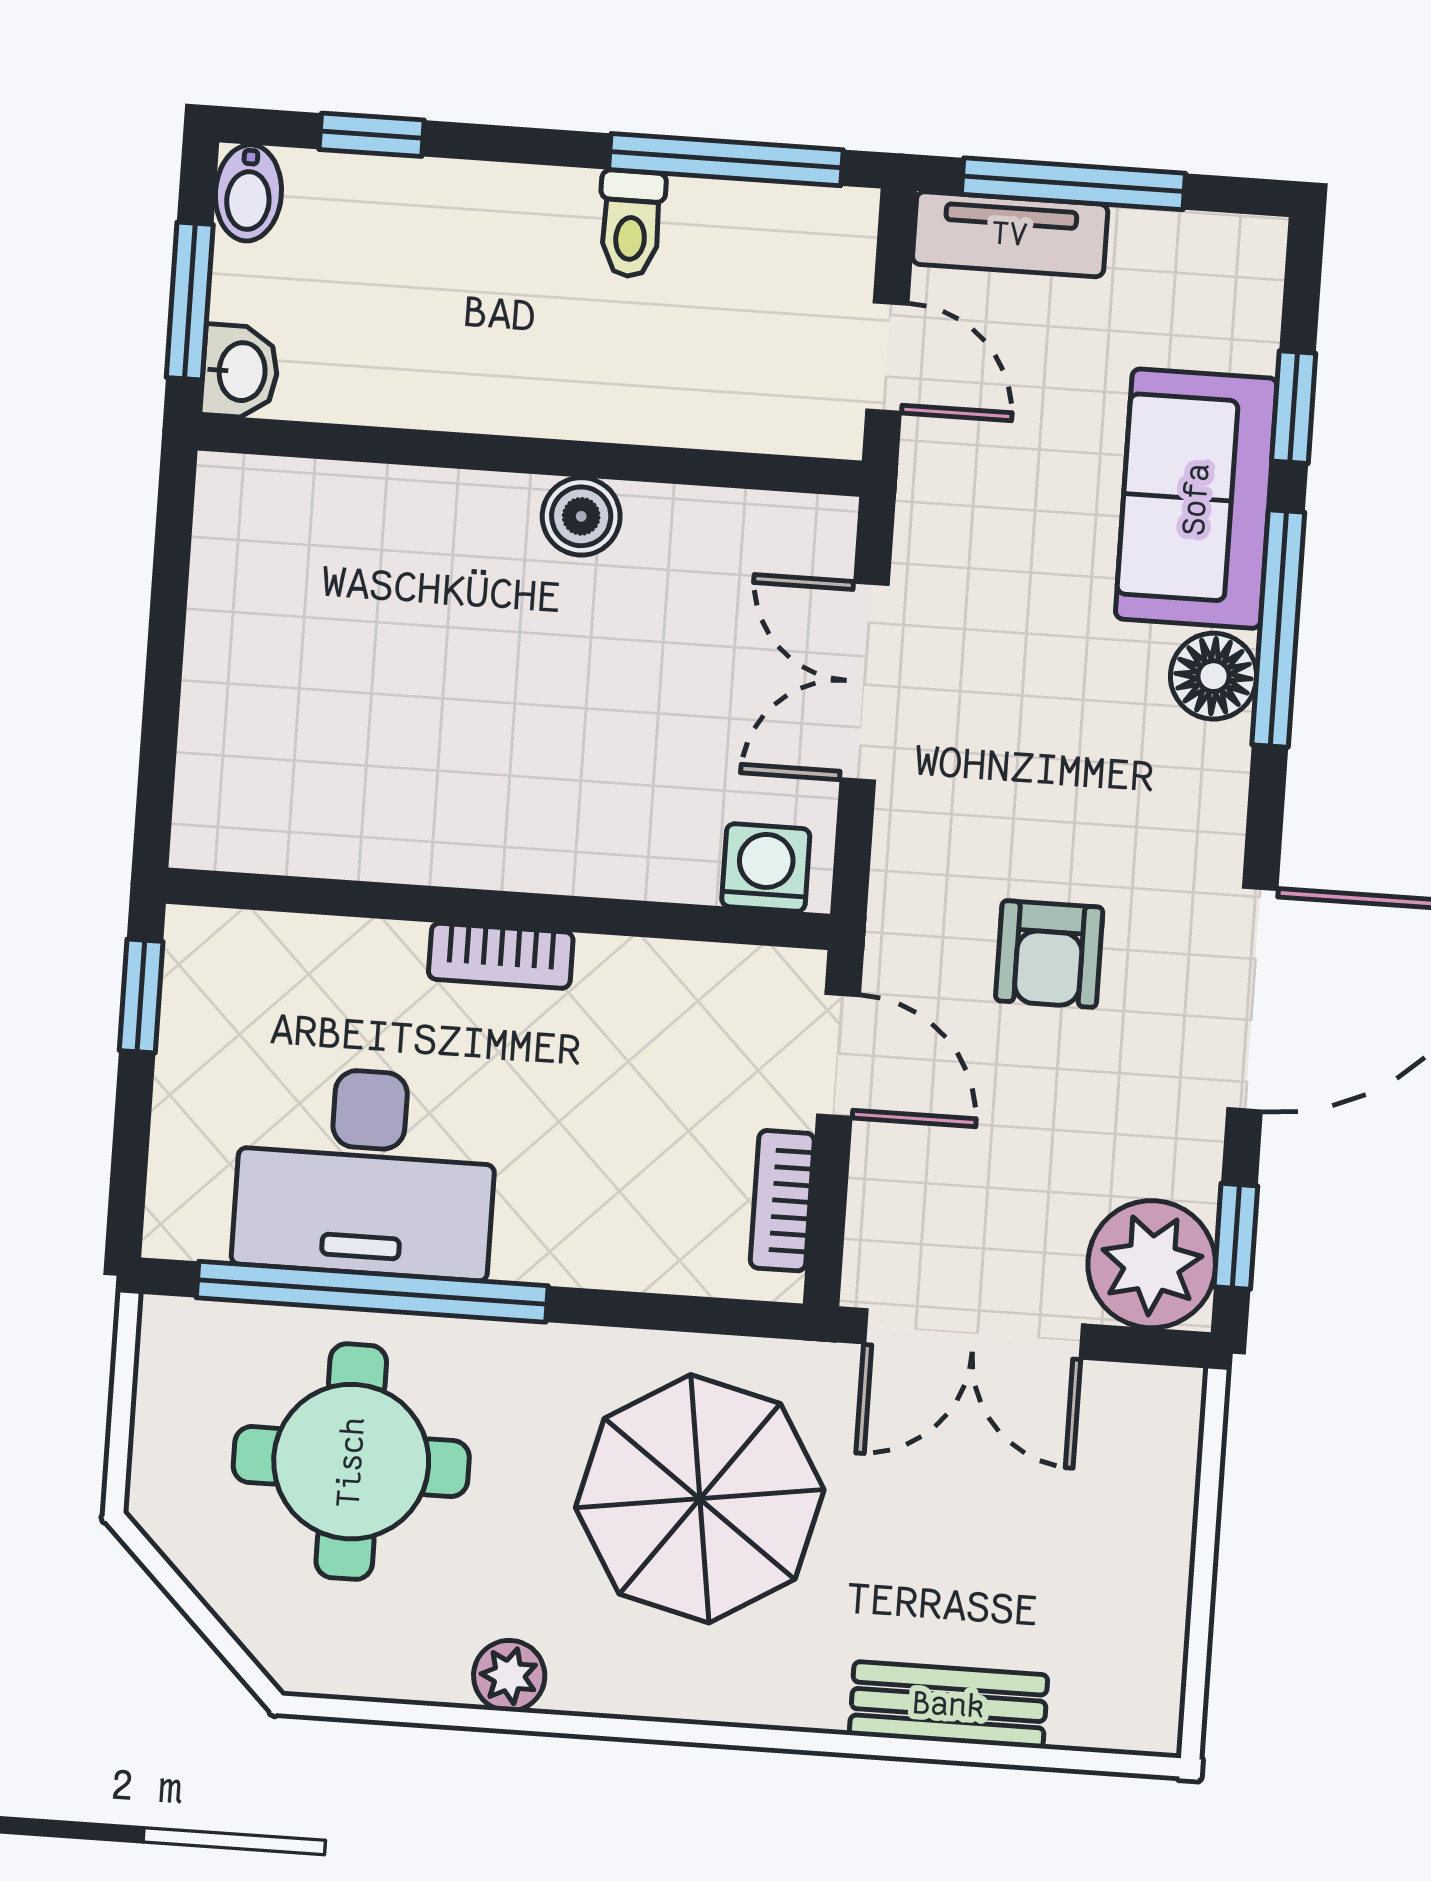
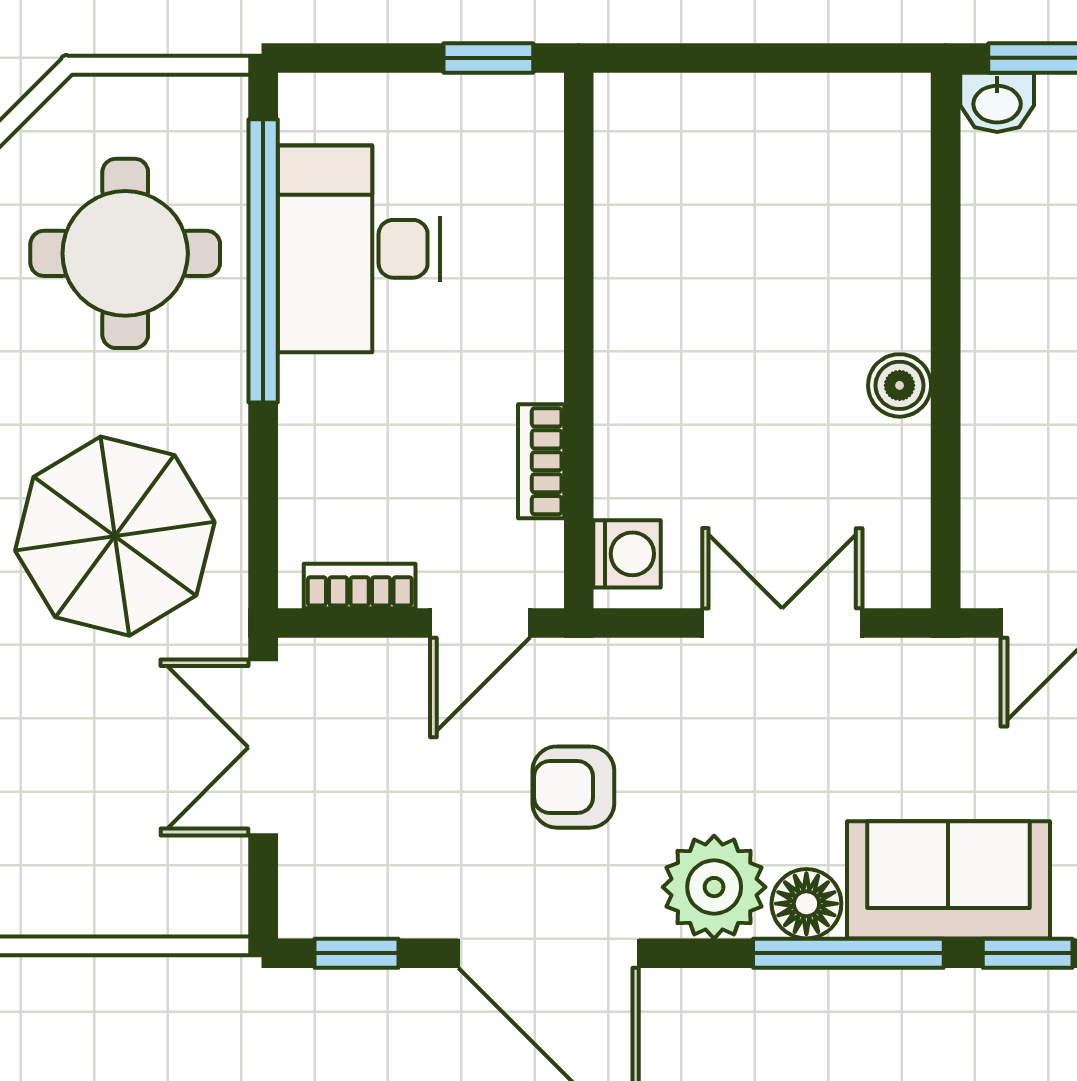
bookcase: (501, 956) -> (541, 461), moved
plant: (1152, 1264) -> (714, 887), moved

